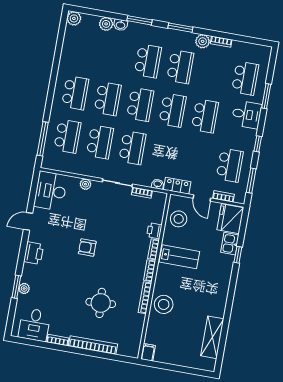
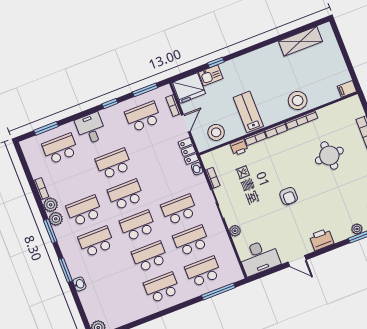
plant: (106, 24) -> (56, 219), moved
window: (266, 96) -> (46, 128), moved

